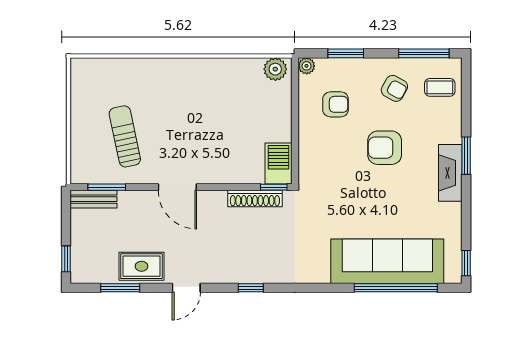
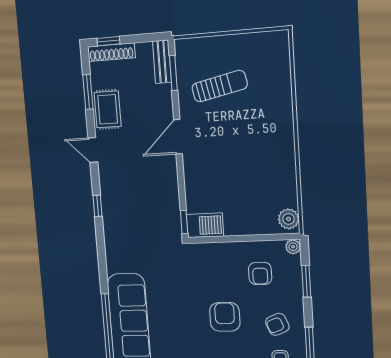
armchair: (394, 88) -> (277, 324), turned 39
shoe rack: (255, 199) -> (111, 52), moved, turned -90

